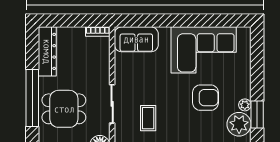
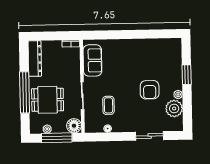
sofa: (136, 39) -> (92, 60), moved, turned -90
corner sofa: (204, 50) -> (148, 55), removed
armchair: (206, 98) -> (150, 90), turned 90
window: (257, 115) -> (187, 75), moved

